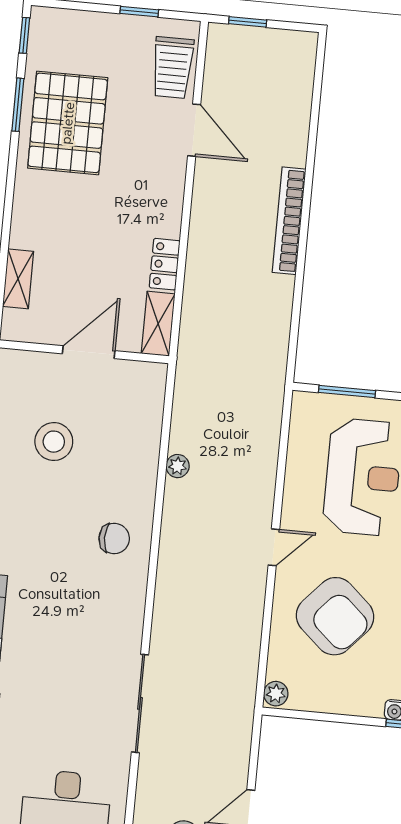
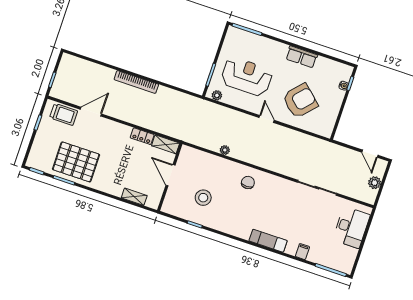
plant: (276, 694) -> (217, 95), moved

